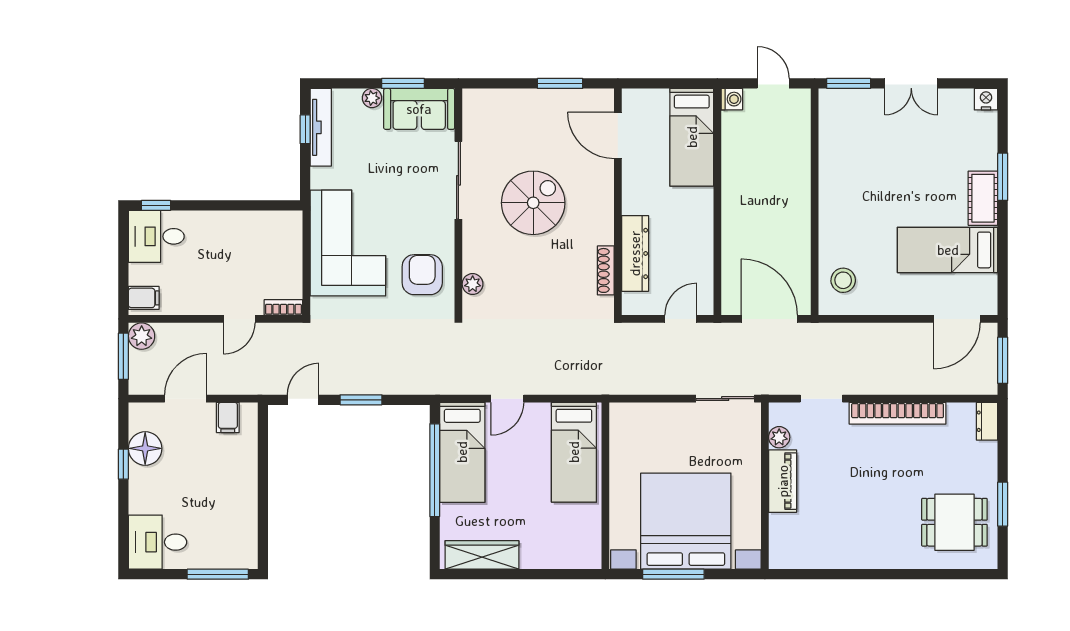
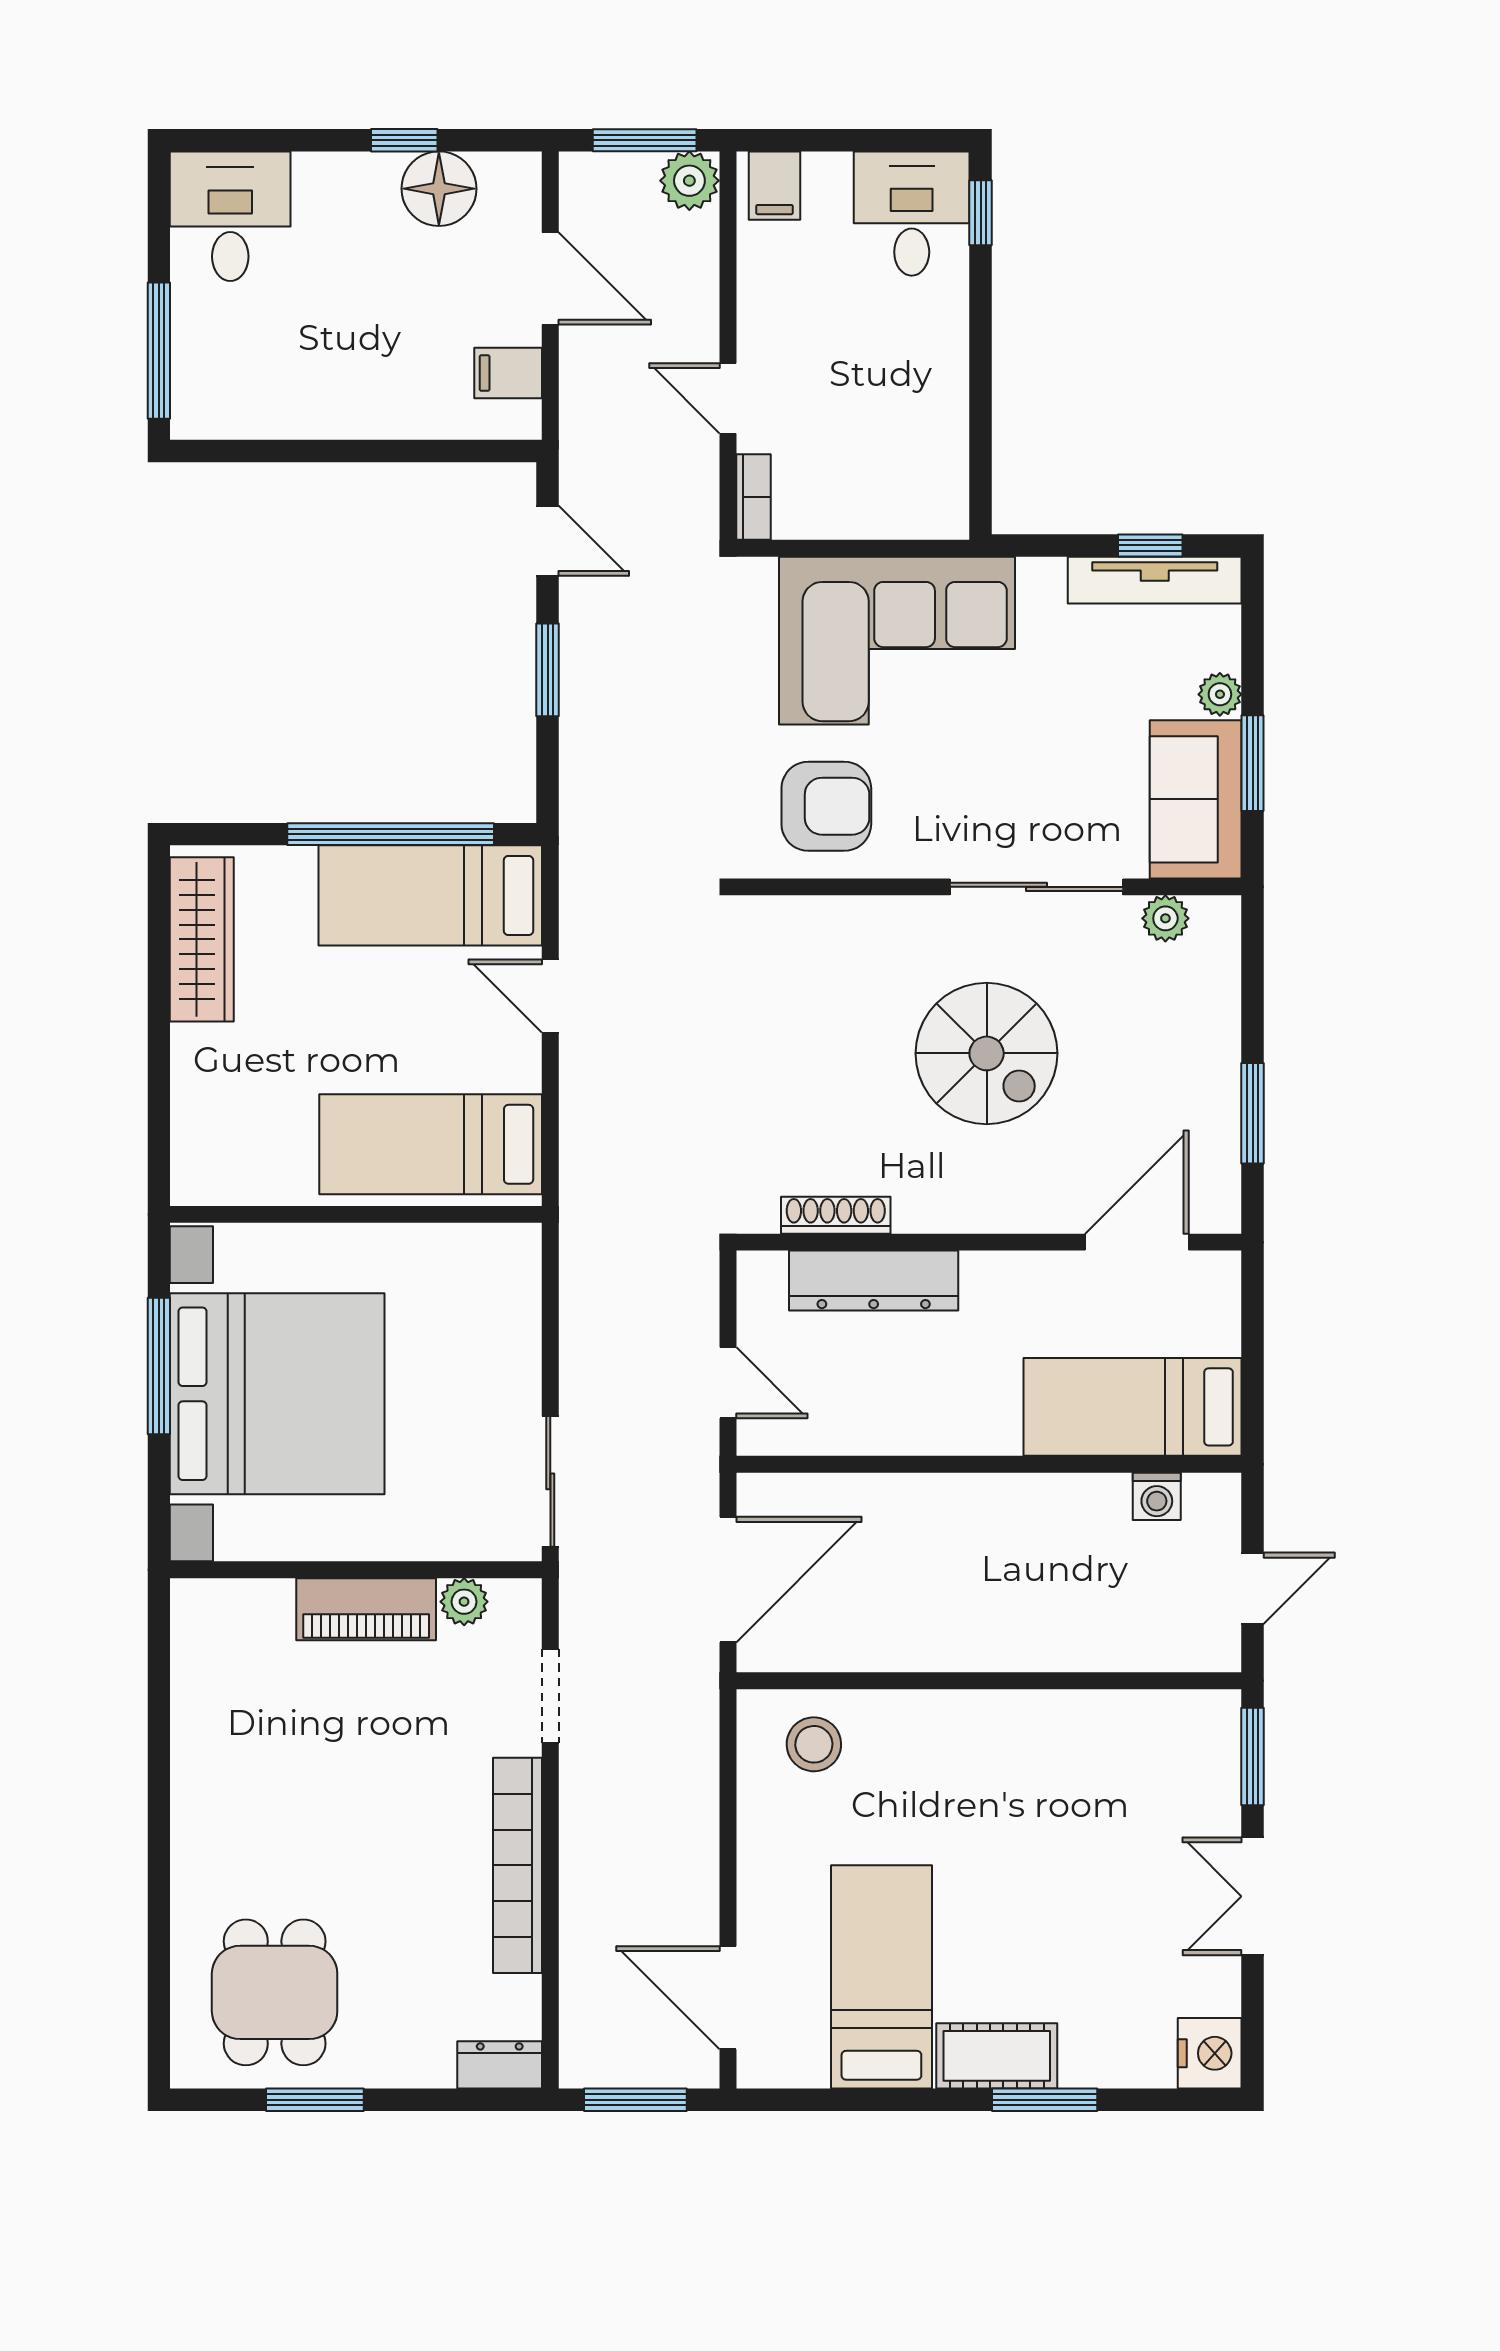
washing machine: (732, 99) -> (1157, 1496), moved
nightstand: (986, 99) -> (1210, 2053), width x1.36, depth x1.33
plant: (473, 284) -> (1165, 918), moved

